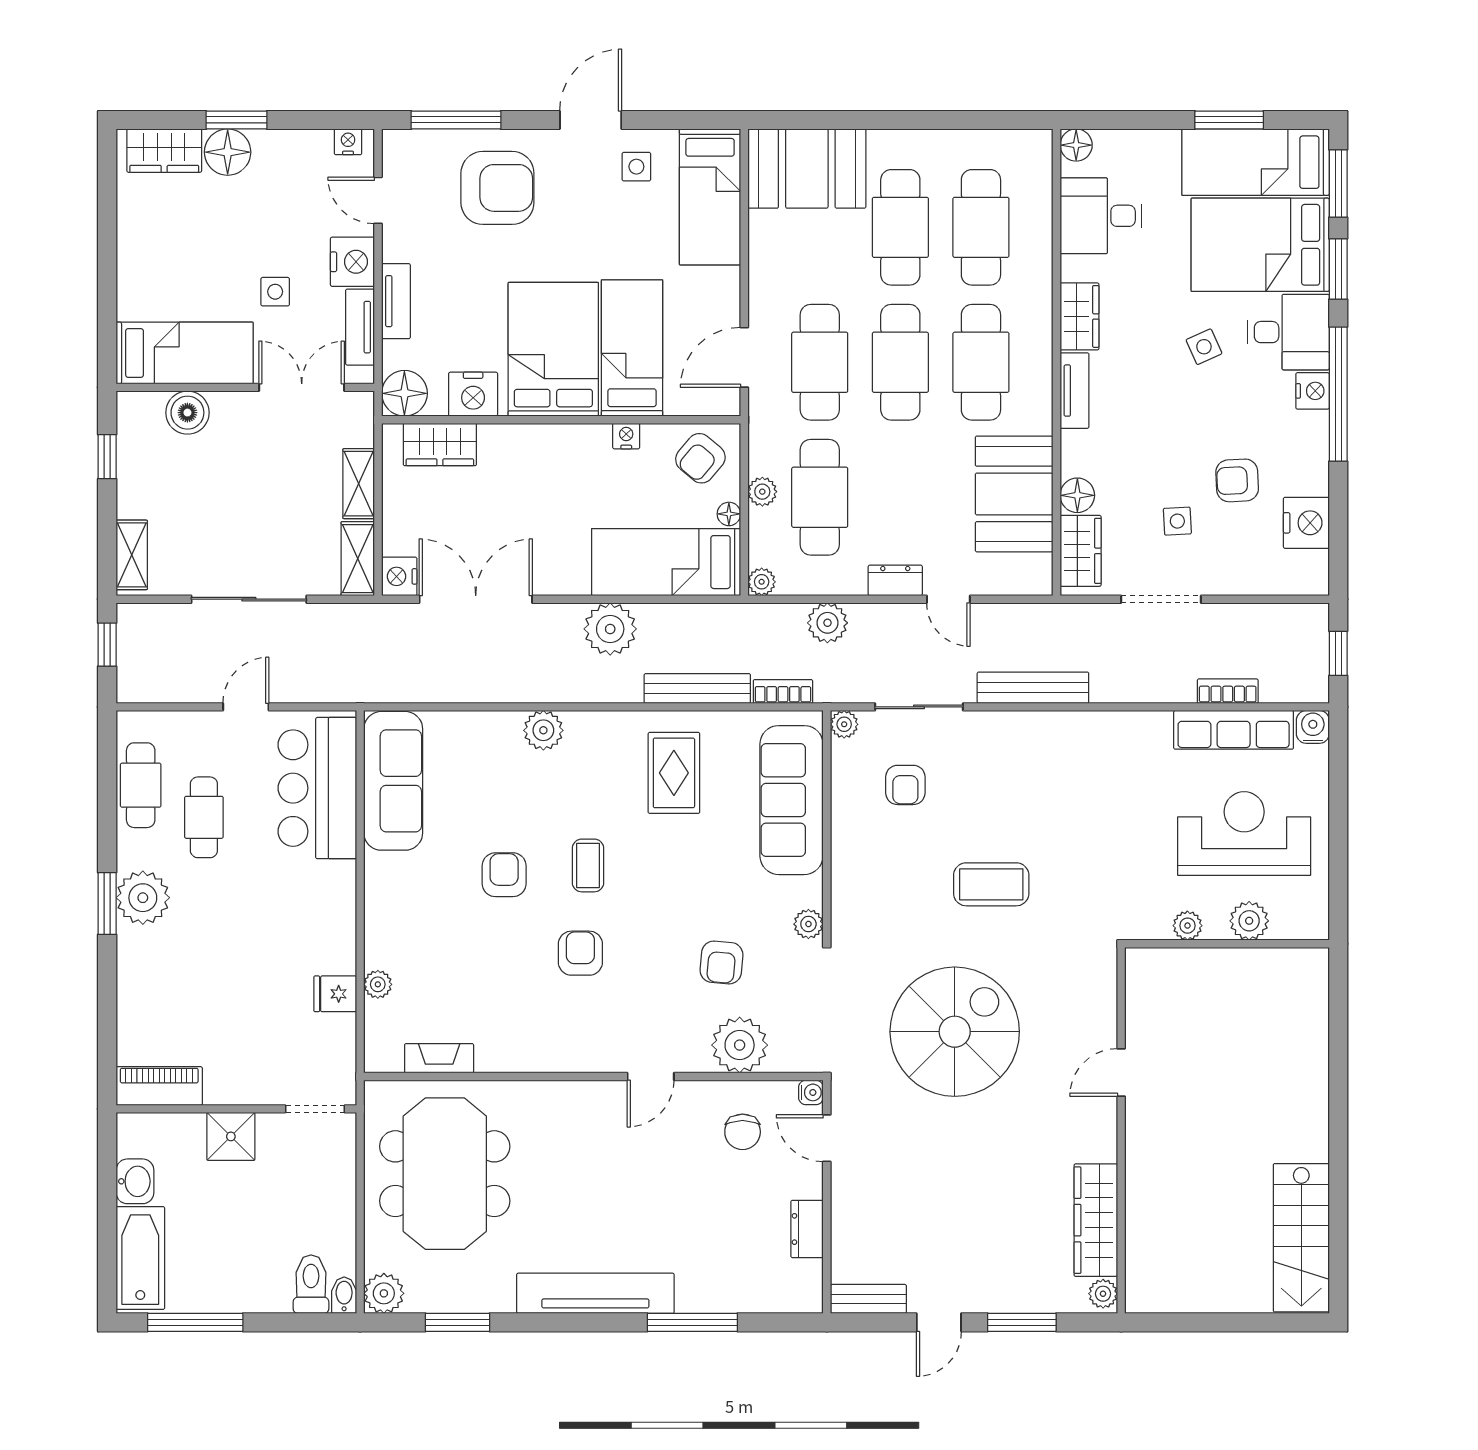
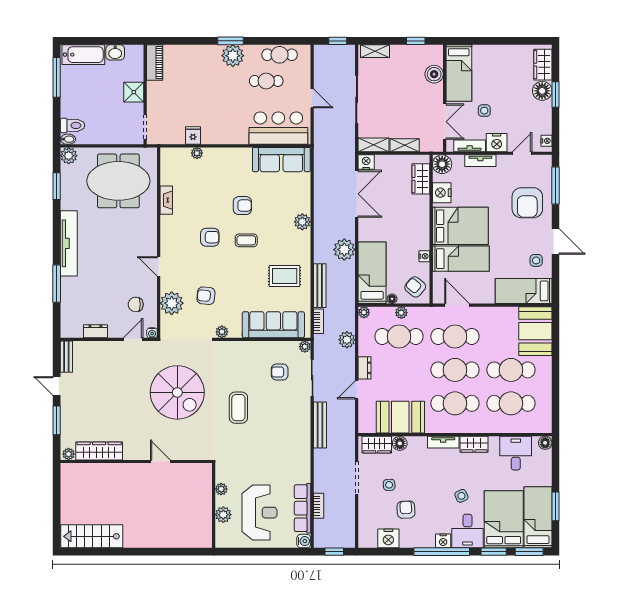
fireplace: (439, 1058) -> (166, 200), moved

